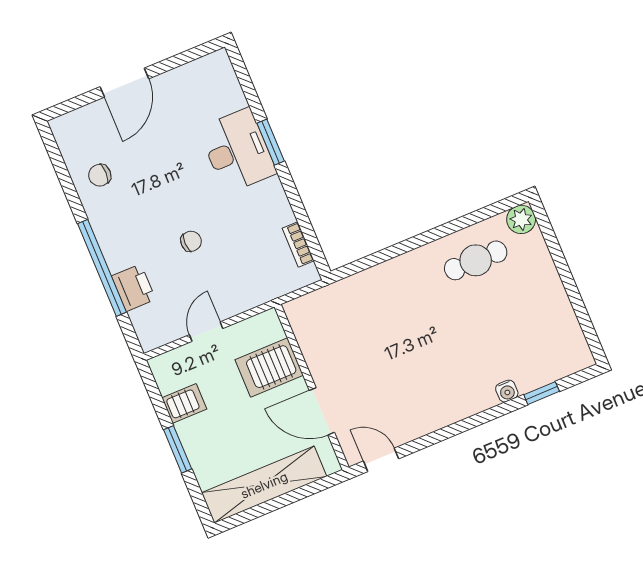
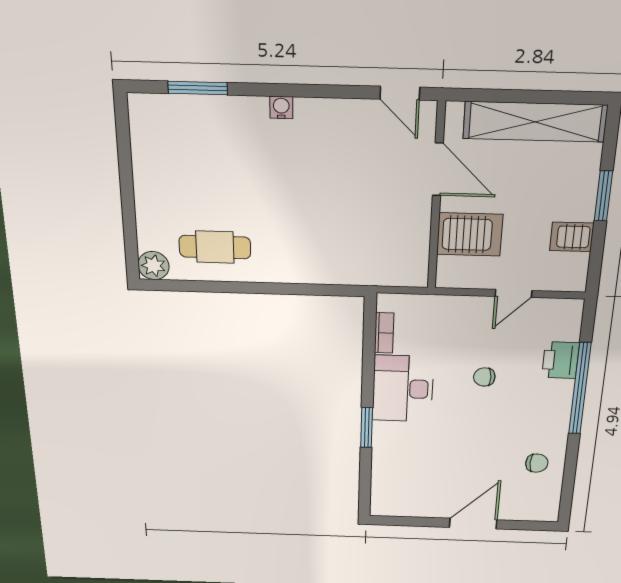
desk: (237, 151) -> (403, 389), moved
water cooler: (507, 391) -> (281, 107), moved
window: (542, 393) -> (198, 88), width x1.50

